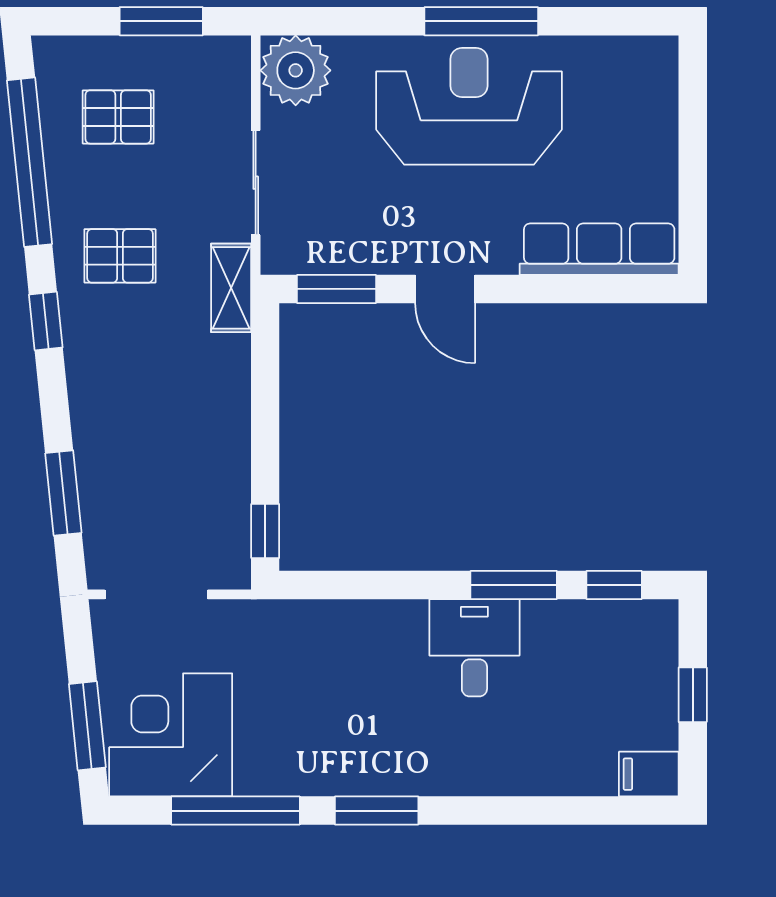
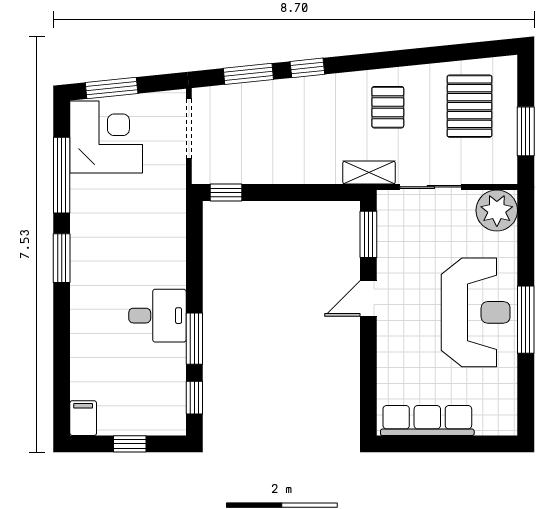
pallet: (118, 117) -> (469, 106), width x1.50, depth x1.42
window: (30, 162) -> (443, 54), removed
row of seats: (599, 249) -> (427, 420), moved, turned -90
window: (46, 321) -> (307, 68), moved

